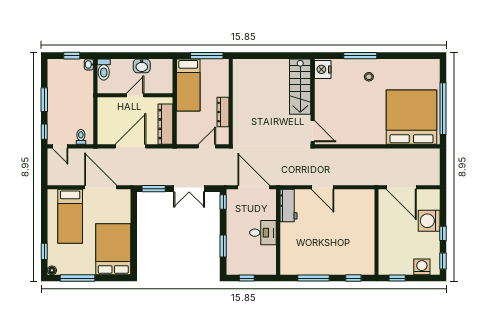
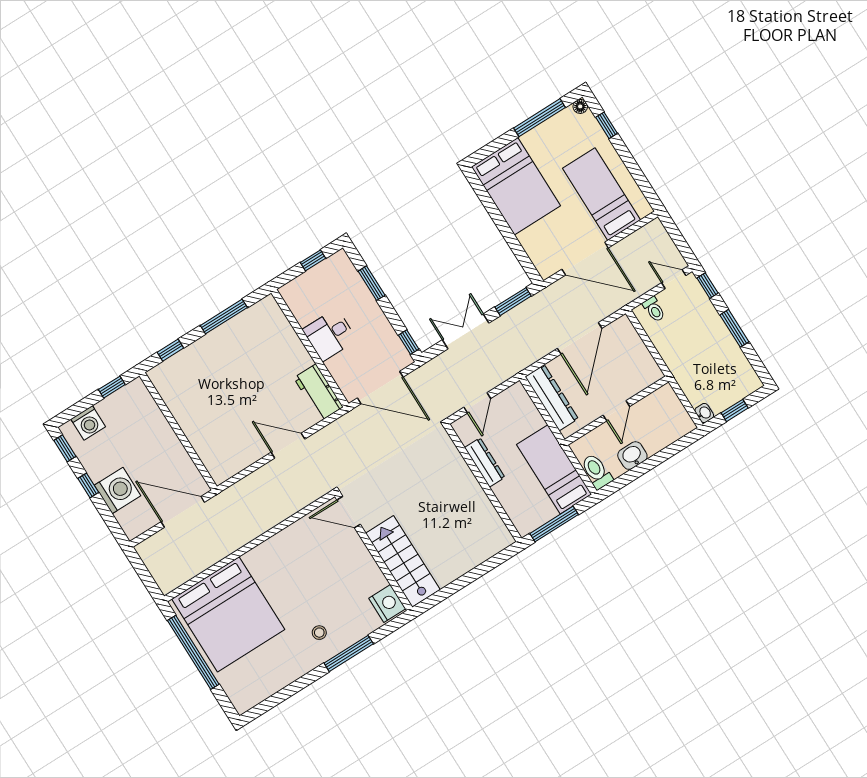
toilet: (104, 70) -> (597, 471), moved

